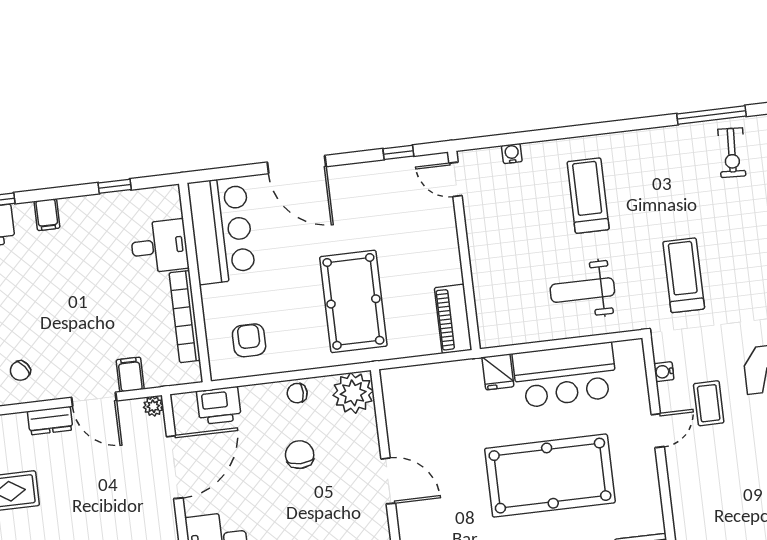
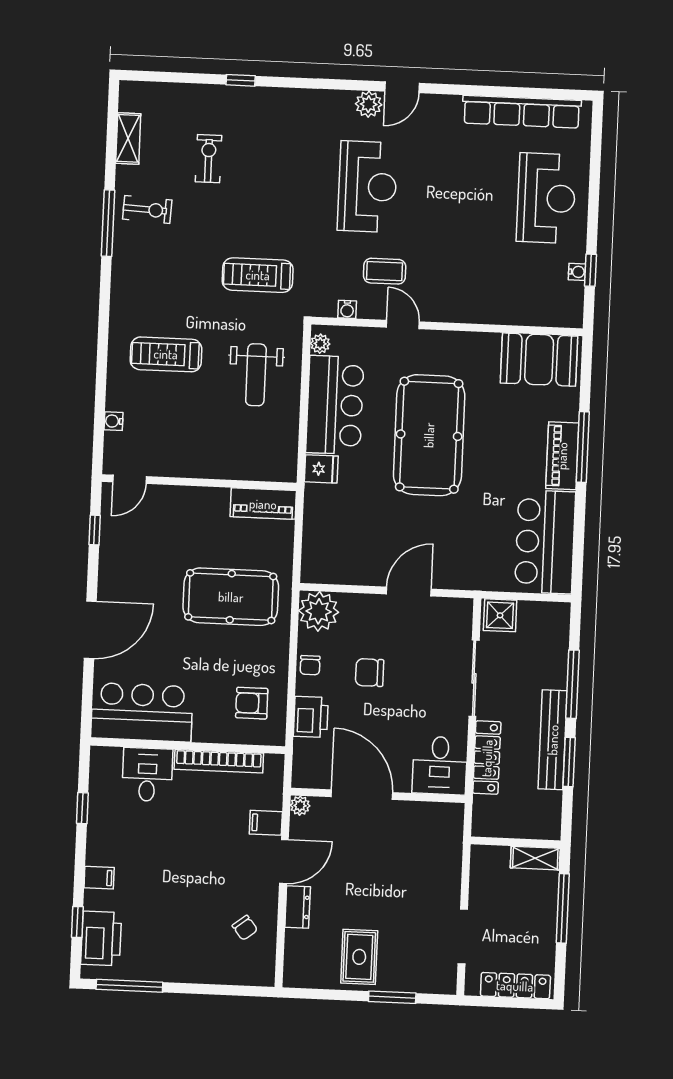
plant: (625, 350) -> (320, 344), added
printer: (219, 406) -> (311, 717), moved

